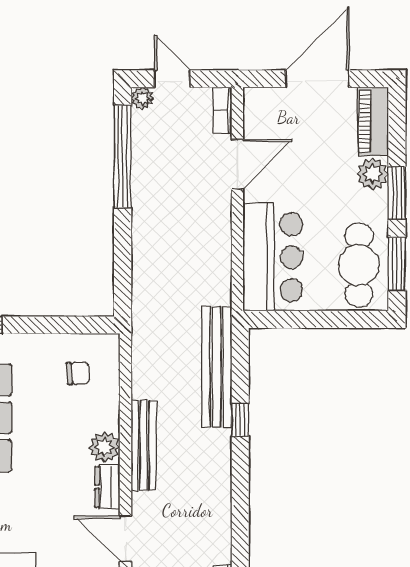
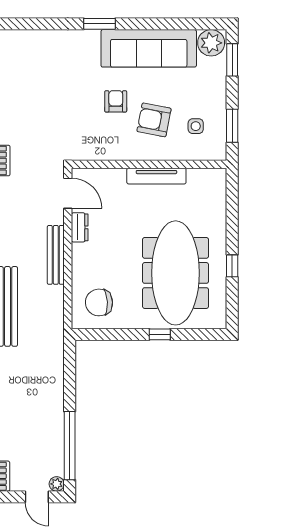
chair: (78, 373) -> (99, 302), width x1.87, depth x1.87
plant: (105, 447) -> (82, 254), removed

